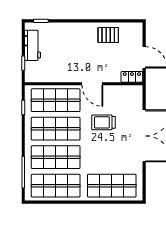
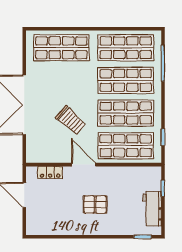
pallet: (108, 35) -> (95, 205), moved
locker: (132, 77) -> (50, 173), moved
trolley: (104, 122) -> (71, 120), turned 42

